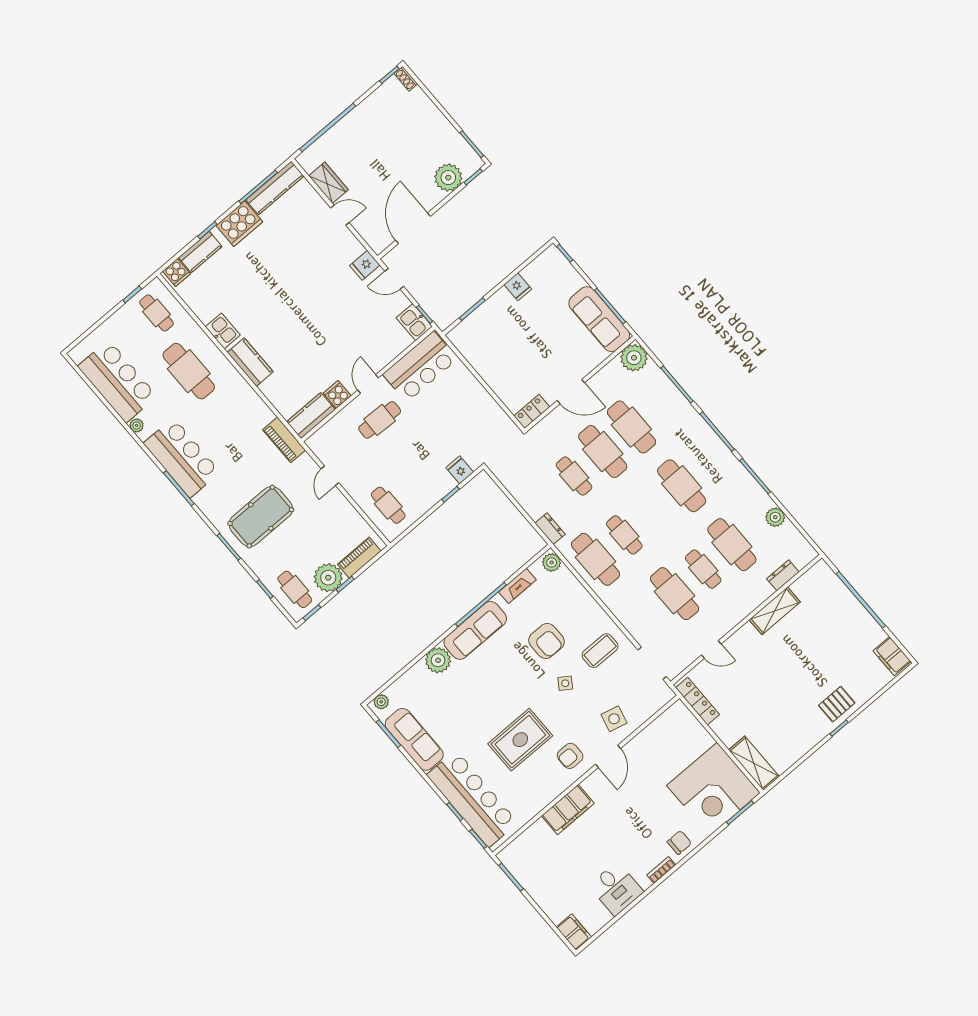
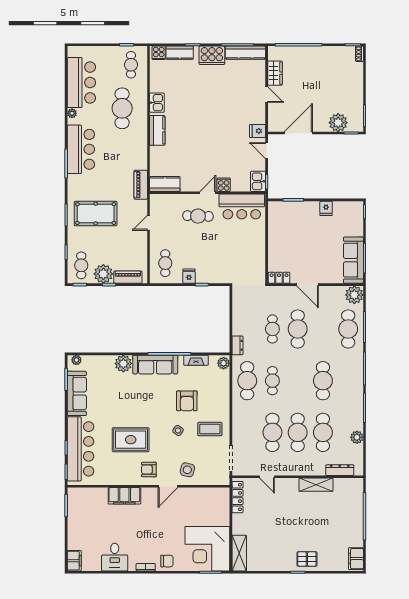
cooker: (337, 394) -> (224, 185), moved
cafe table: (631, 427) -> (348, 329), moved
fridge: (460, 470) -> (189, 276), moved
cafe table: (703, 569) -> (298, 432), width x1.37, depth x1.35
dresser: (783, 575) -> (340, 470), width x1.44

